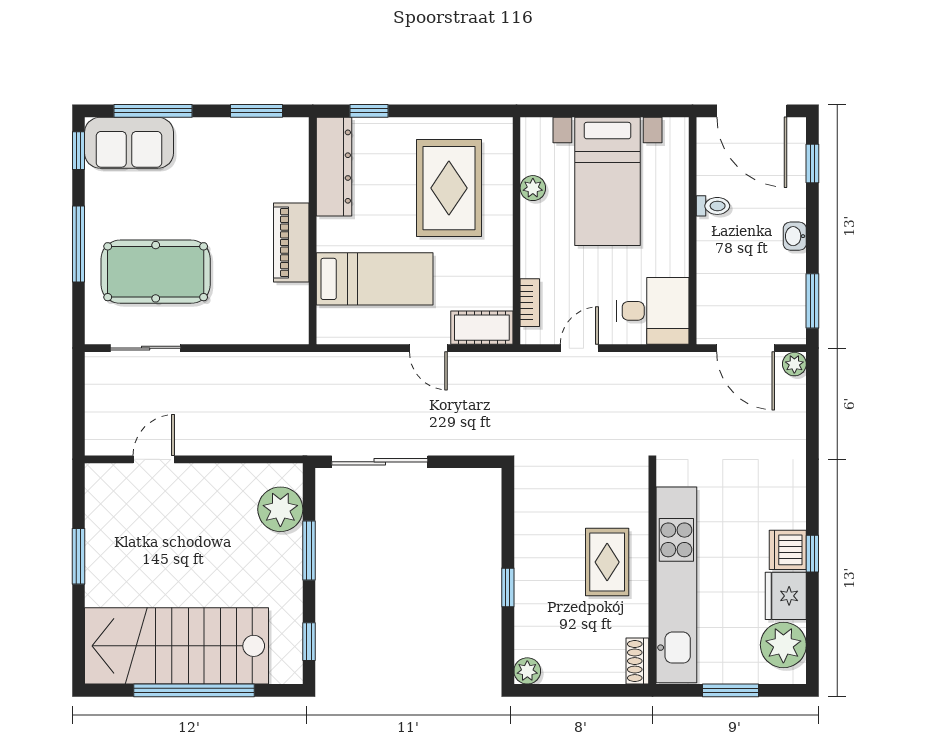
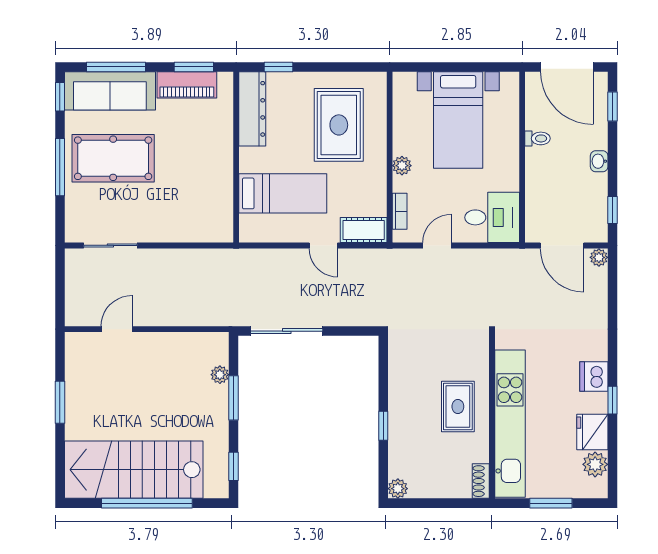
sofa: (129, 143) -> (110, 91), width x1.36
plant: (533, 188) -> (402, 166), moved
piano: (291, 242) -> (187, 85), moved, turned -90
pool table: (156, 272) -> (113, 158), moved
window: (812, 301) -> (612, 210), width x0.67
plant: (280, 509) -> (220, 375), width x0.53, depth x0.53
dishwasher: (788, 550) -> (594, 377), moved
plant: (783, 645) -> (595, 464), width x0.73, depth x0.73

